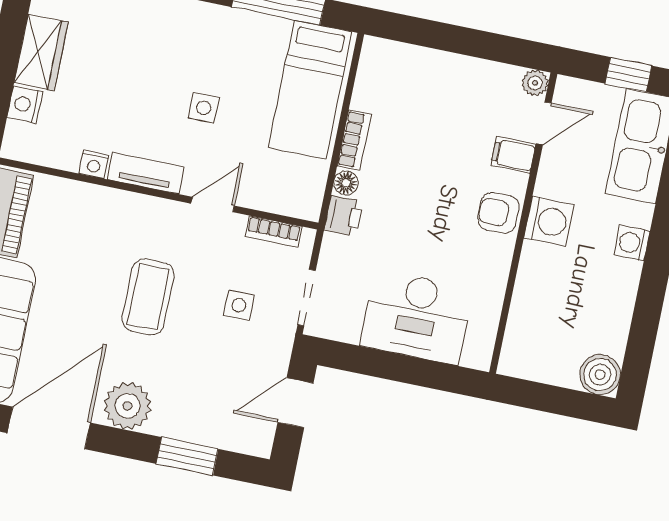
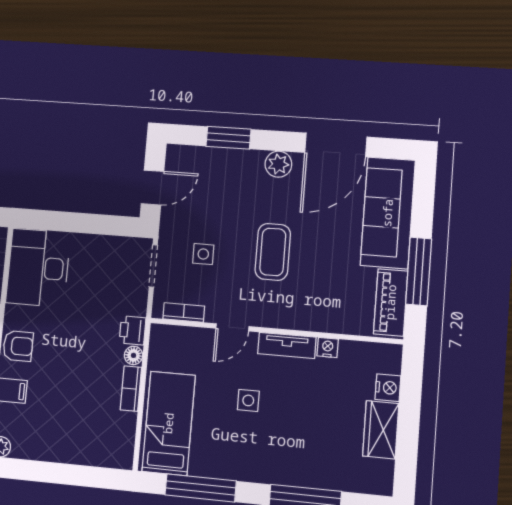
desk: (417, 317) -> (38, 268), moved, turned -90
plant: (128, 406) -> (278, 164), width x0.73, depth x0.73

